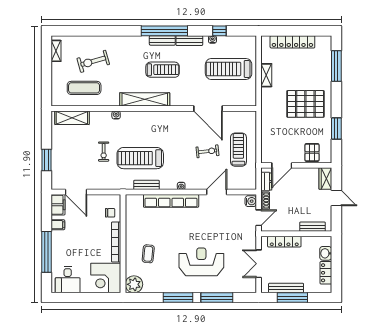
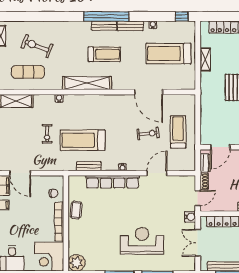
window: (219, 31) -> (182, 16), moved
exercise bike: (93, 61) -> (37, 46), turned 37
water cooler: (251, 201) -> (190, 217), moved
coffee table: (148, 254) -> (76, 210), moved

